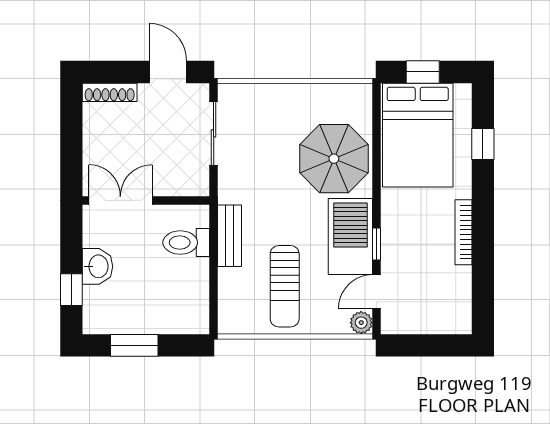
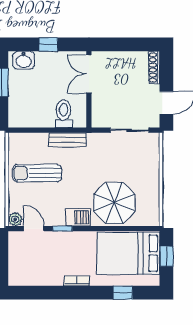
double door: (120, 200) -> (89, 74), swing flipped
bookcase: (463, 232) -> (77, 281), width x0.64
barbecue: (350, 236) -> (78, 217), width x0.53, depth x0.65
washbasin: (98, 266) -> (24, 60), moved
window: (71, 290) -> (48, 44), moved

